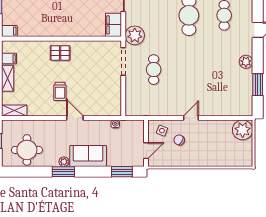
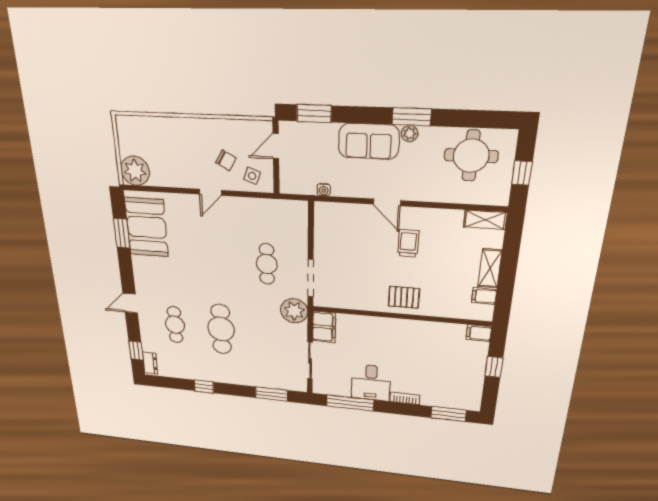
plant: (246, 62) -> (141, 264), removed
booth: (239, 90) -> (147, 227), added

